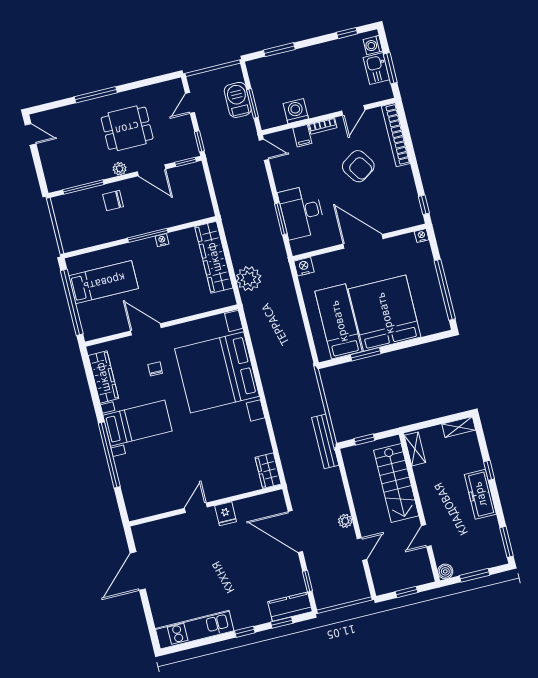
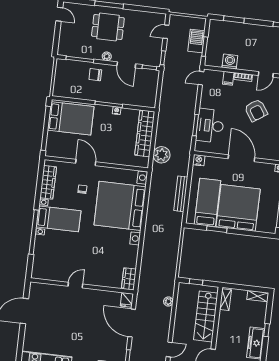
dining table: (127, 128) -> (108, 27), moved
door: (264, 150) -> (201, 78), swing flipped
bed: (104, 282) -> (71, 118), width x1.50
bench: (325, 441) -> (181, 194), moved
fridge: (226, 514) -> (127, 300), moved
plant: (345, 521) -> (168, 301), moved

